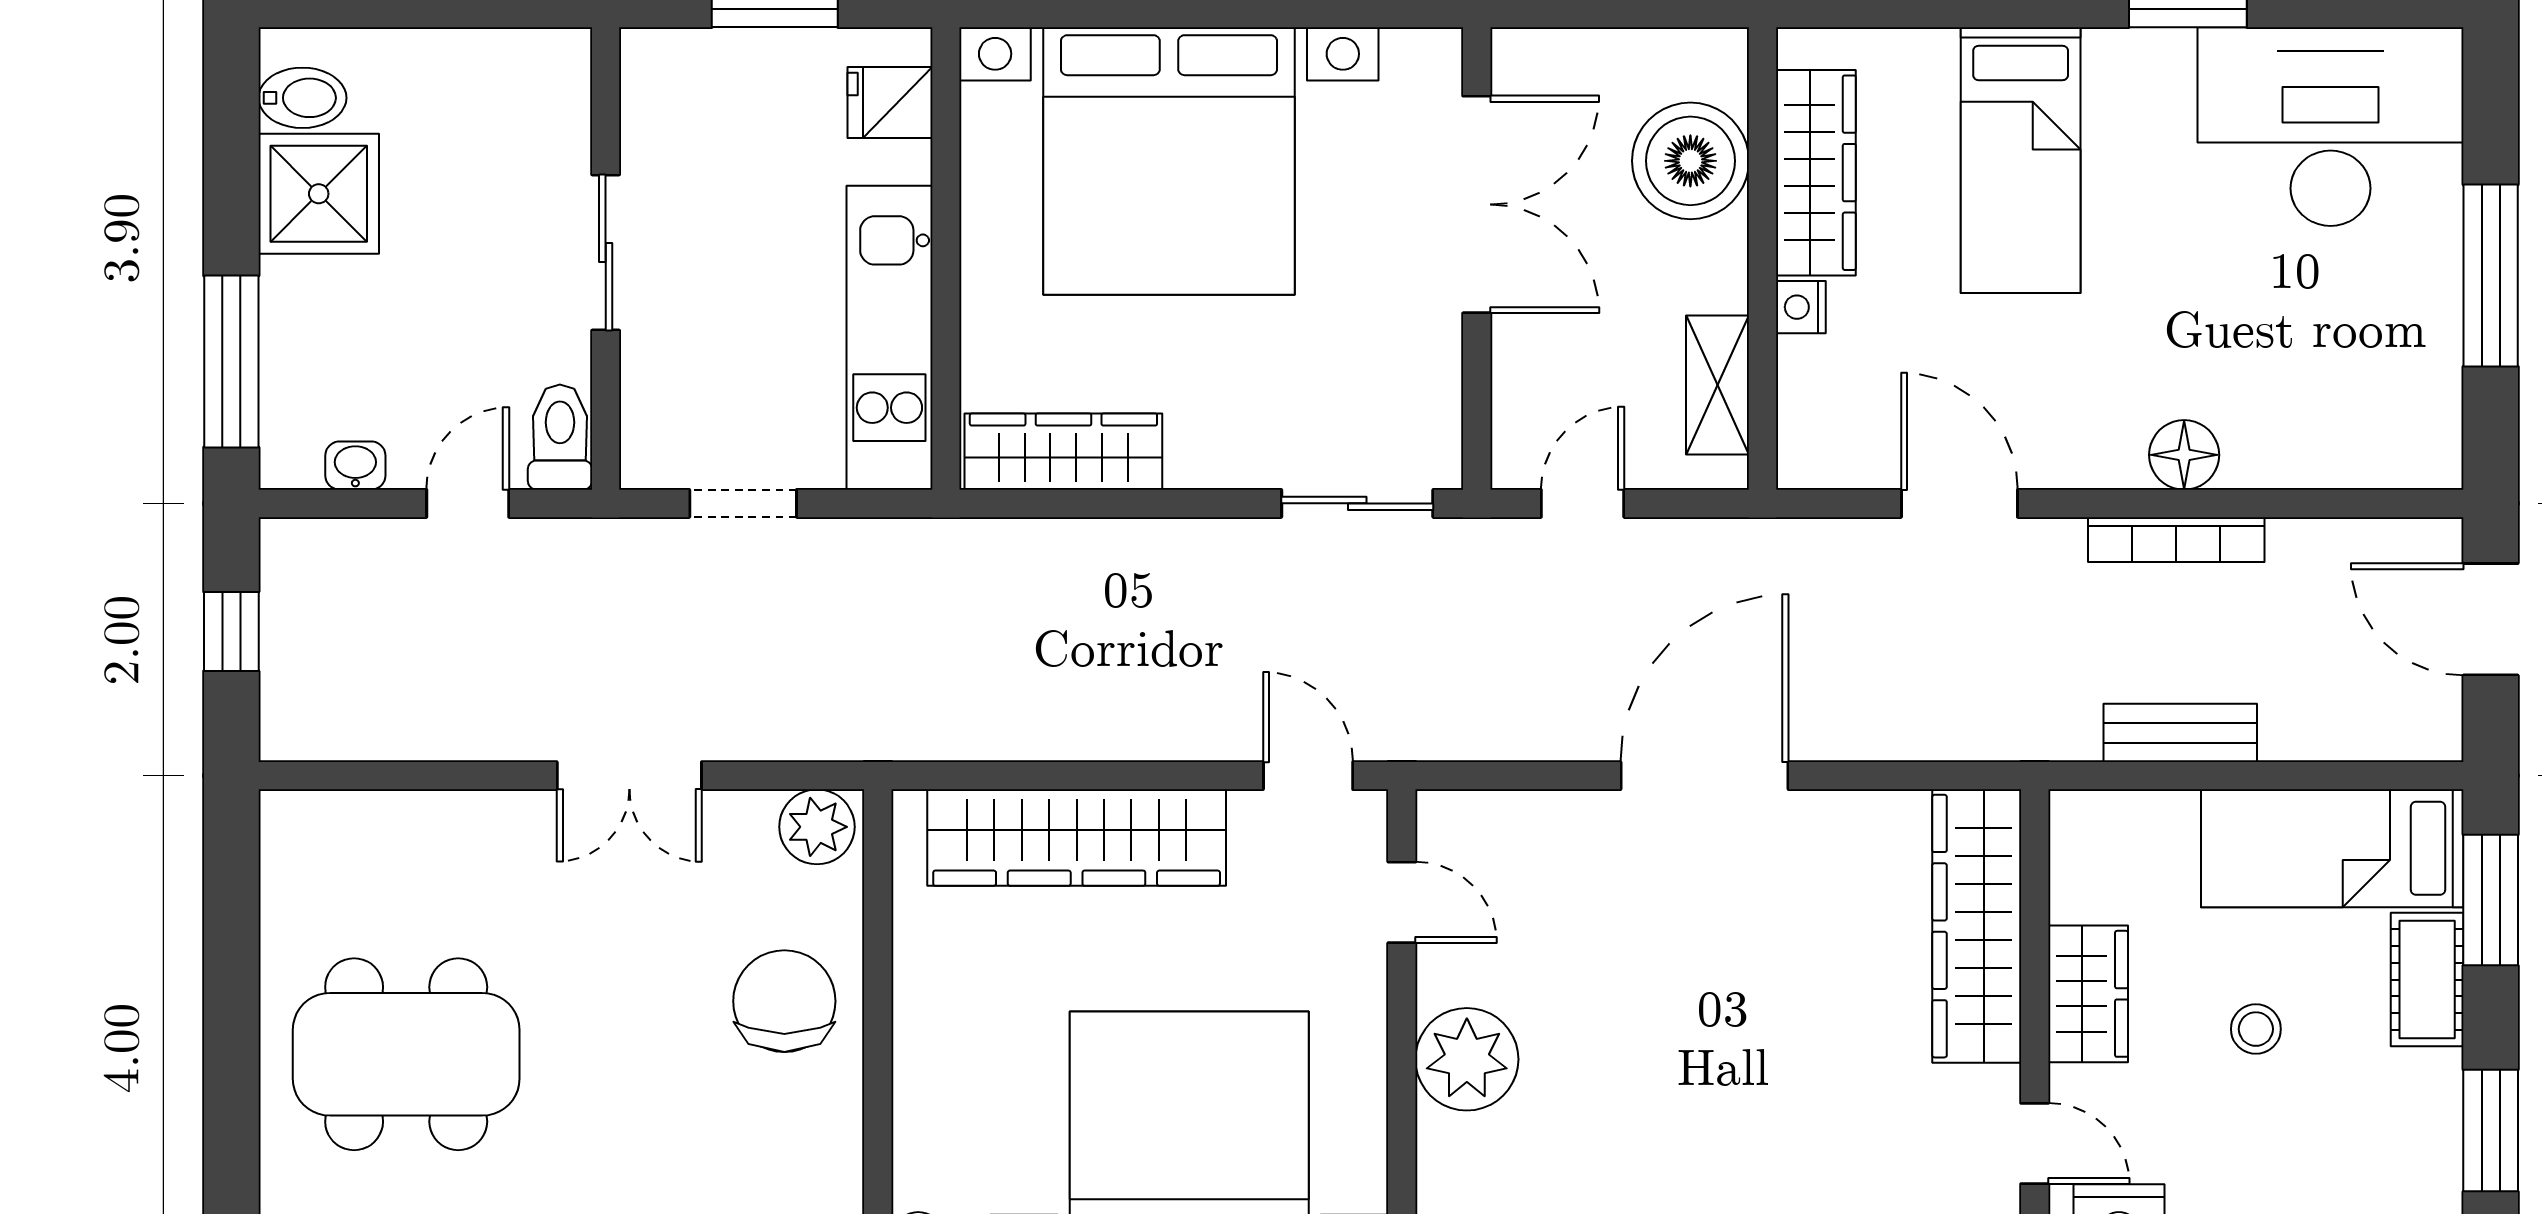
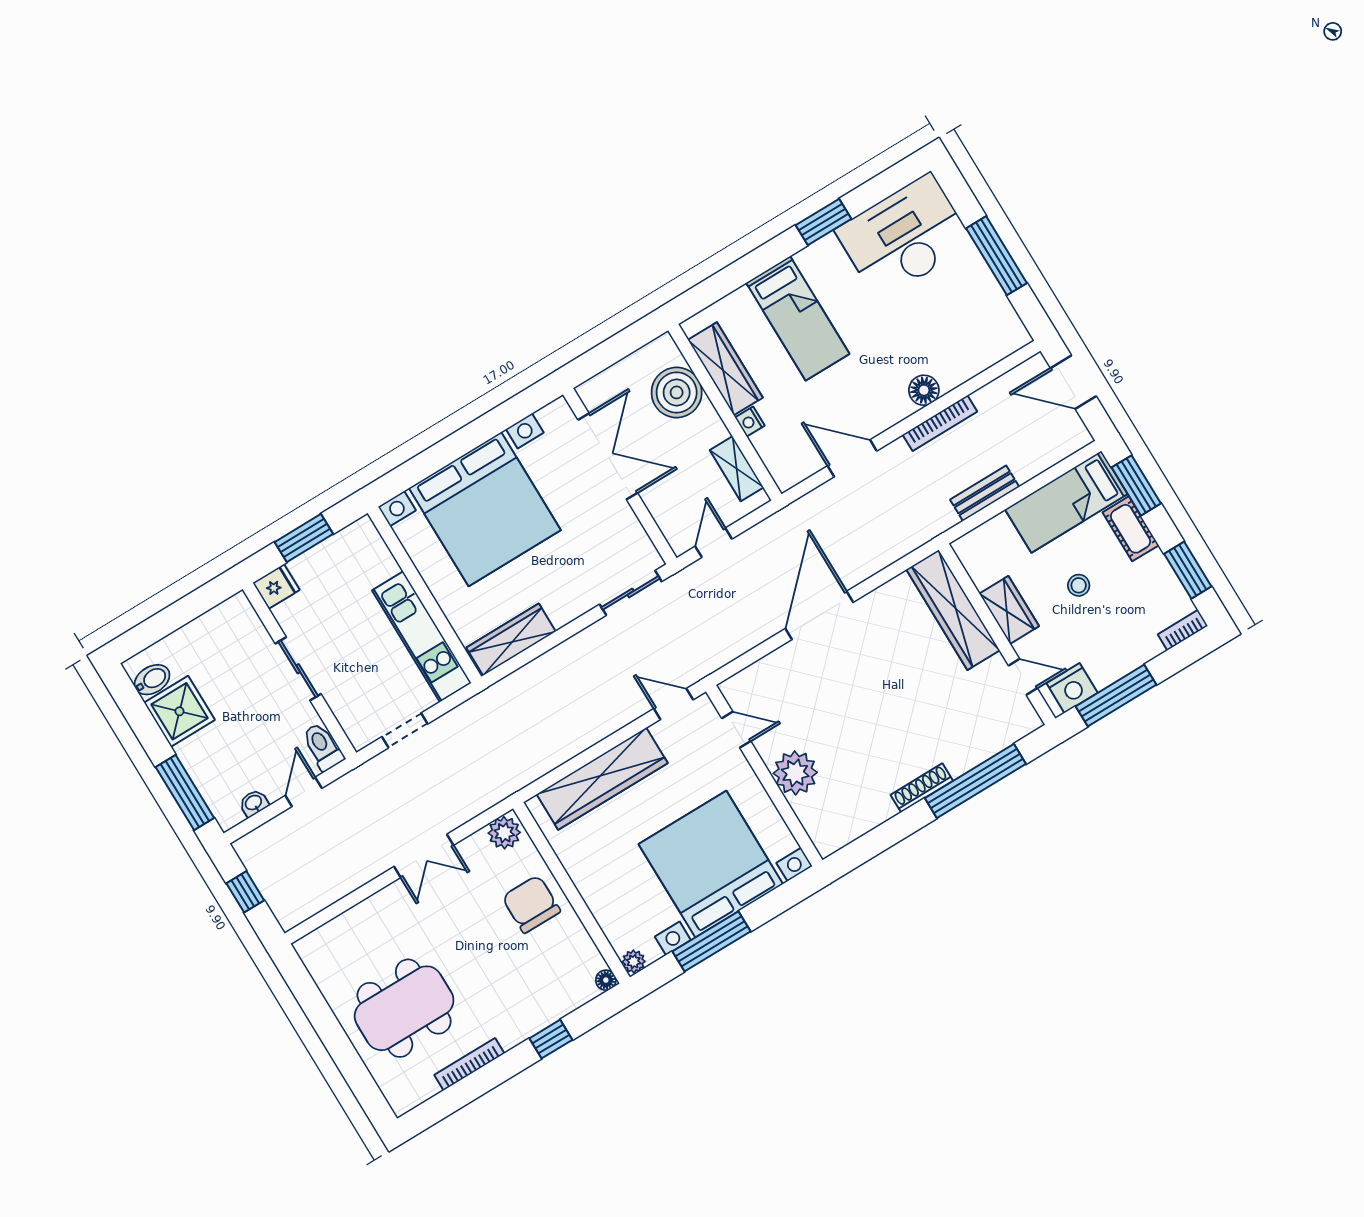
fridge: (890, 103) -> (276, 586), moved, turned 180

